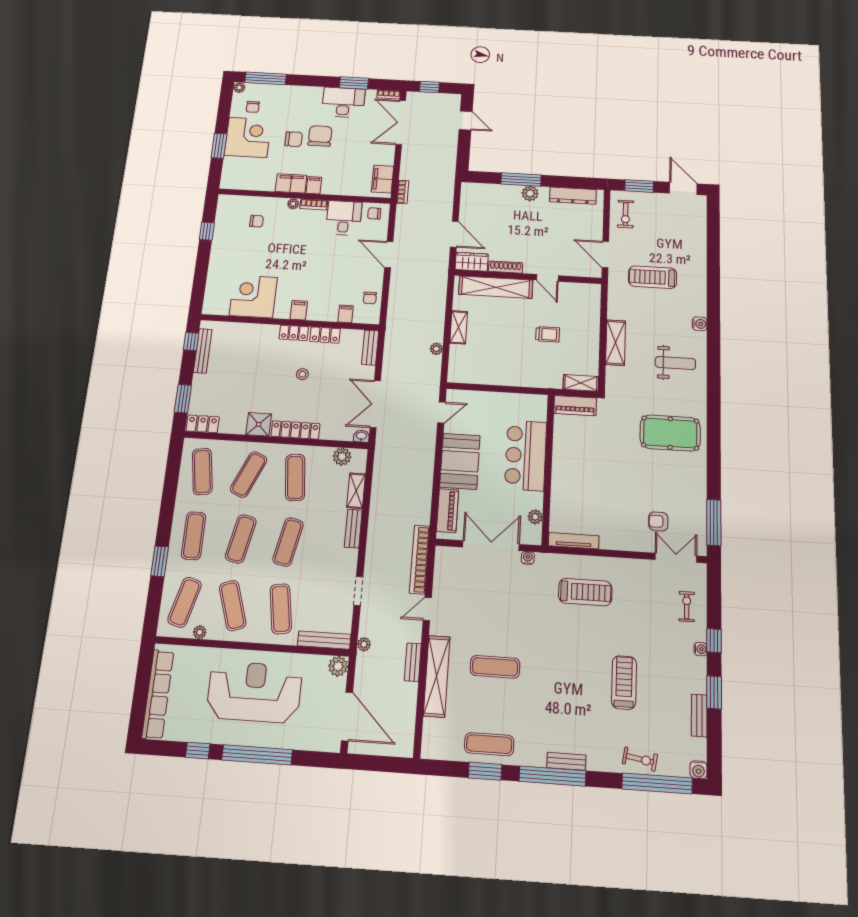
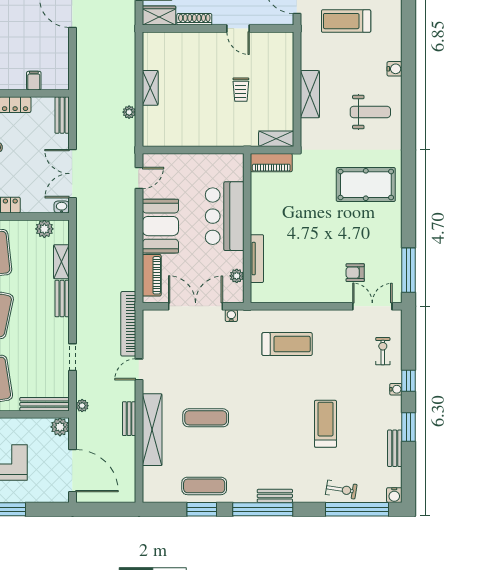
shelving: (496, 287) -> (185, 42), removed
chair: (370, 298) -> (57, 62), removed
trolley: (548, 334) -> (241, 90), turned 90
tv unit: (574, 541) -> (257, 259), moved, turned 90

